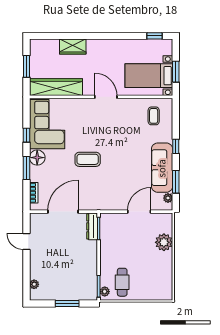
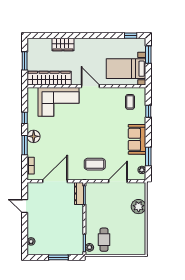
window: (176, 72) -> (148, 55), moved
corner sofa: (47, 124) -> (59, 102), moved, turned 90
window: (176, 146) -> (148, 111), moved
coffee table: (88, 159) -> (95, 164), moved
sofa: (162, 168) -> (137, 139), width x0.73

